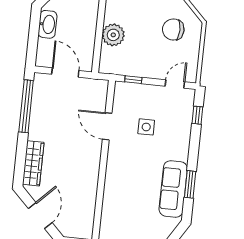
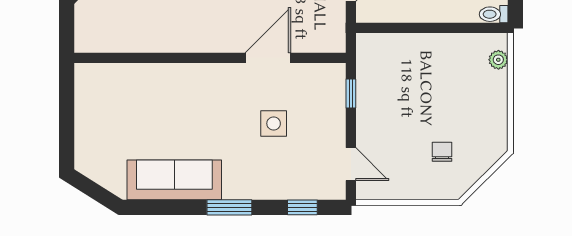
chair: (173, 29) -> (442, 152), width x0.54, depth x0.54
plant: (113, 35) -> (422, 52), removed
window: (190, 184) -> (229, 207), moved

